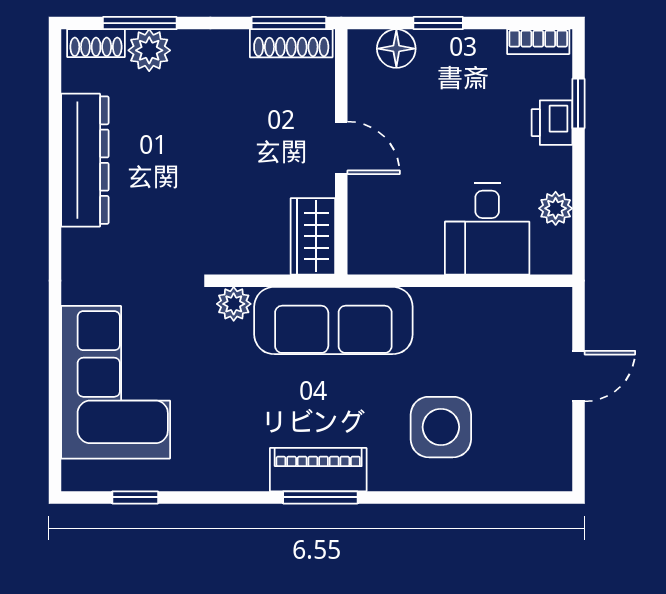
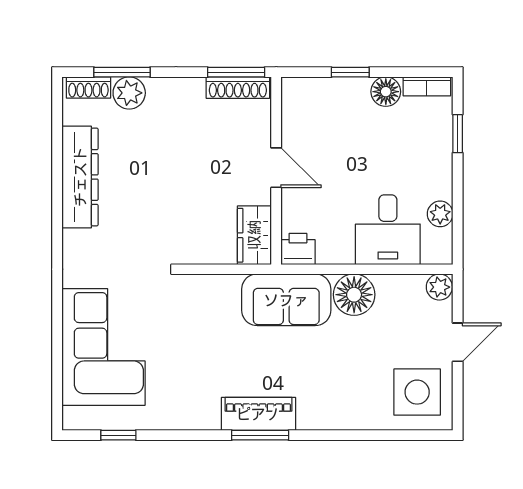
floor lamp: (396, 49) -> (386, 92), moved
printer: (552, 123) -> (298, 249), moved, turned 90
plant: (234, 304) -> (439, 287), moved
floor lamp: (443, 314) -> (354, 295), added
sofa: (333, 321) -> (286, 300), width x0.73
side table: (441, 427) -> (417, 392), moved

